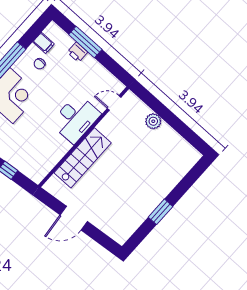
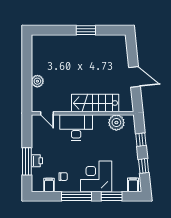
plant: (45, 161) -> (116, 123), added

